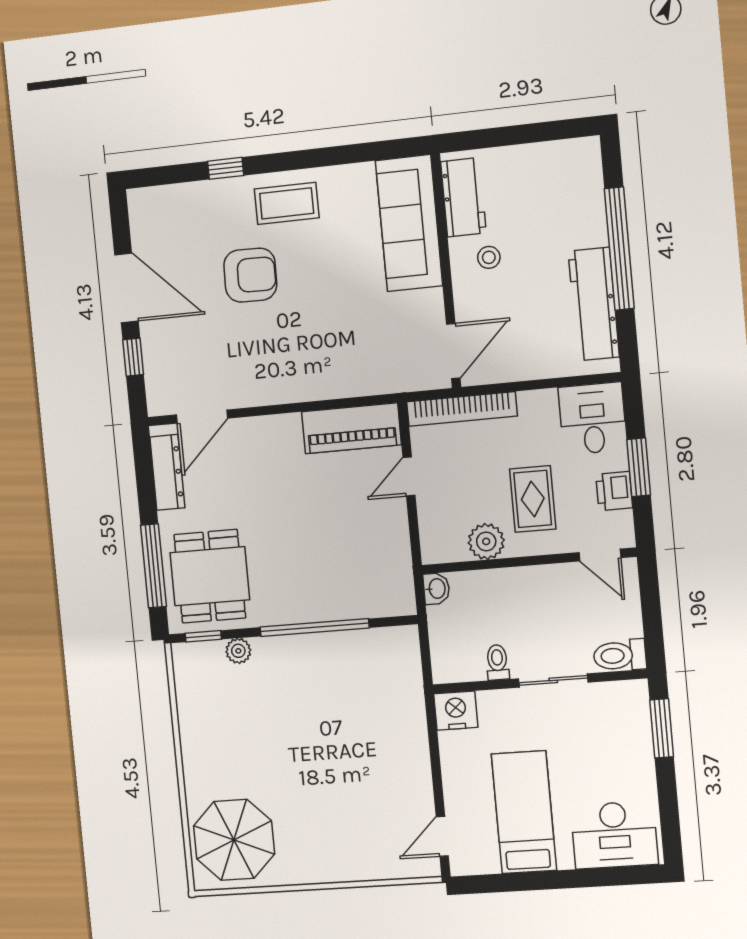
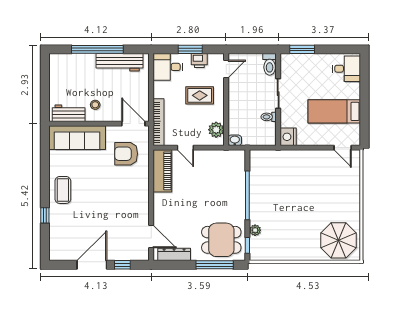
armchair: (250, 275) -> (126, 154), moved, turned -91
plant: (486, 541) -> (216, 130), moved
desk: (614, 835) -> (347, 69), width x0.73

